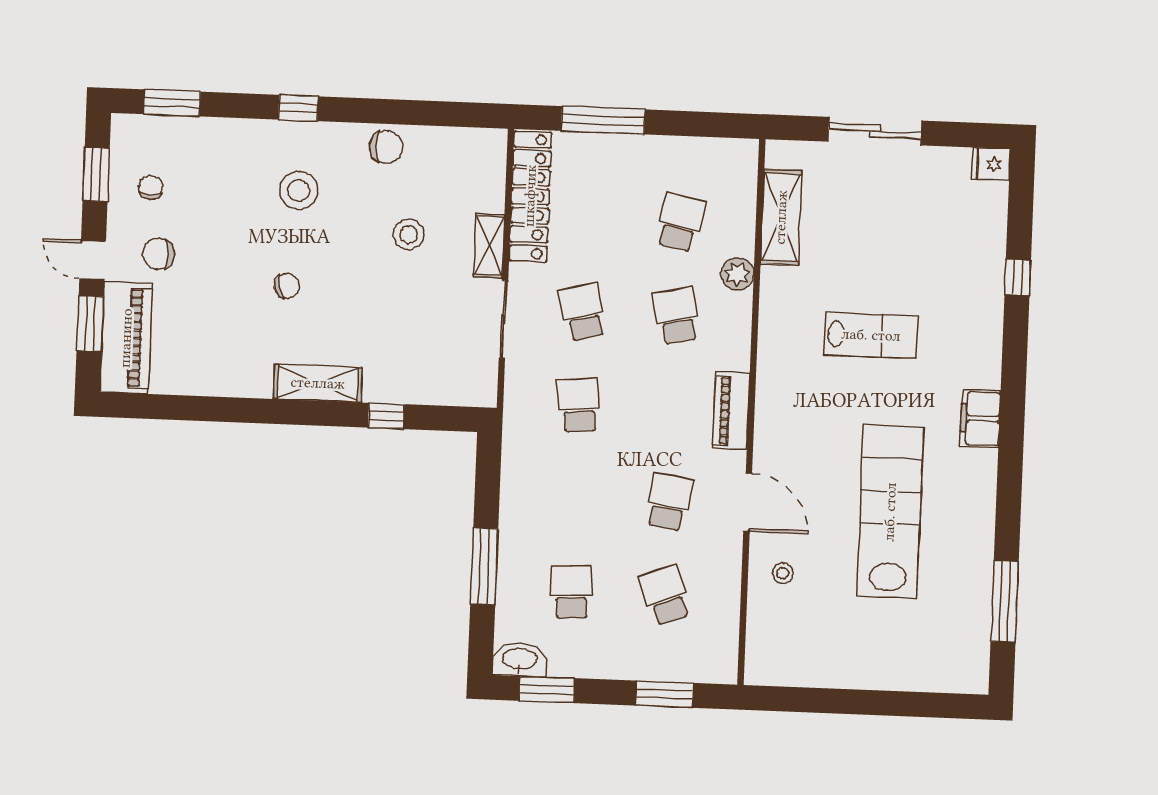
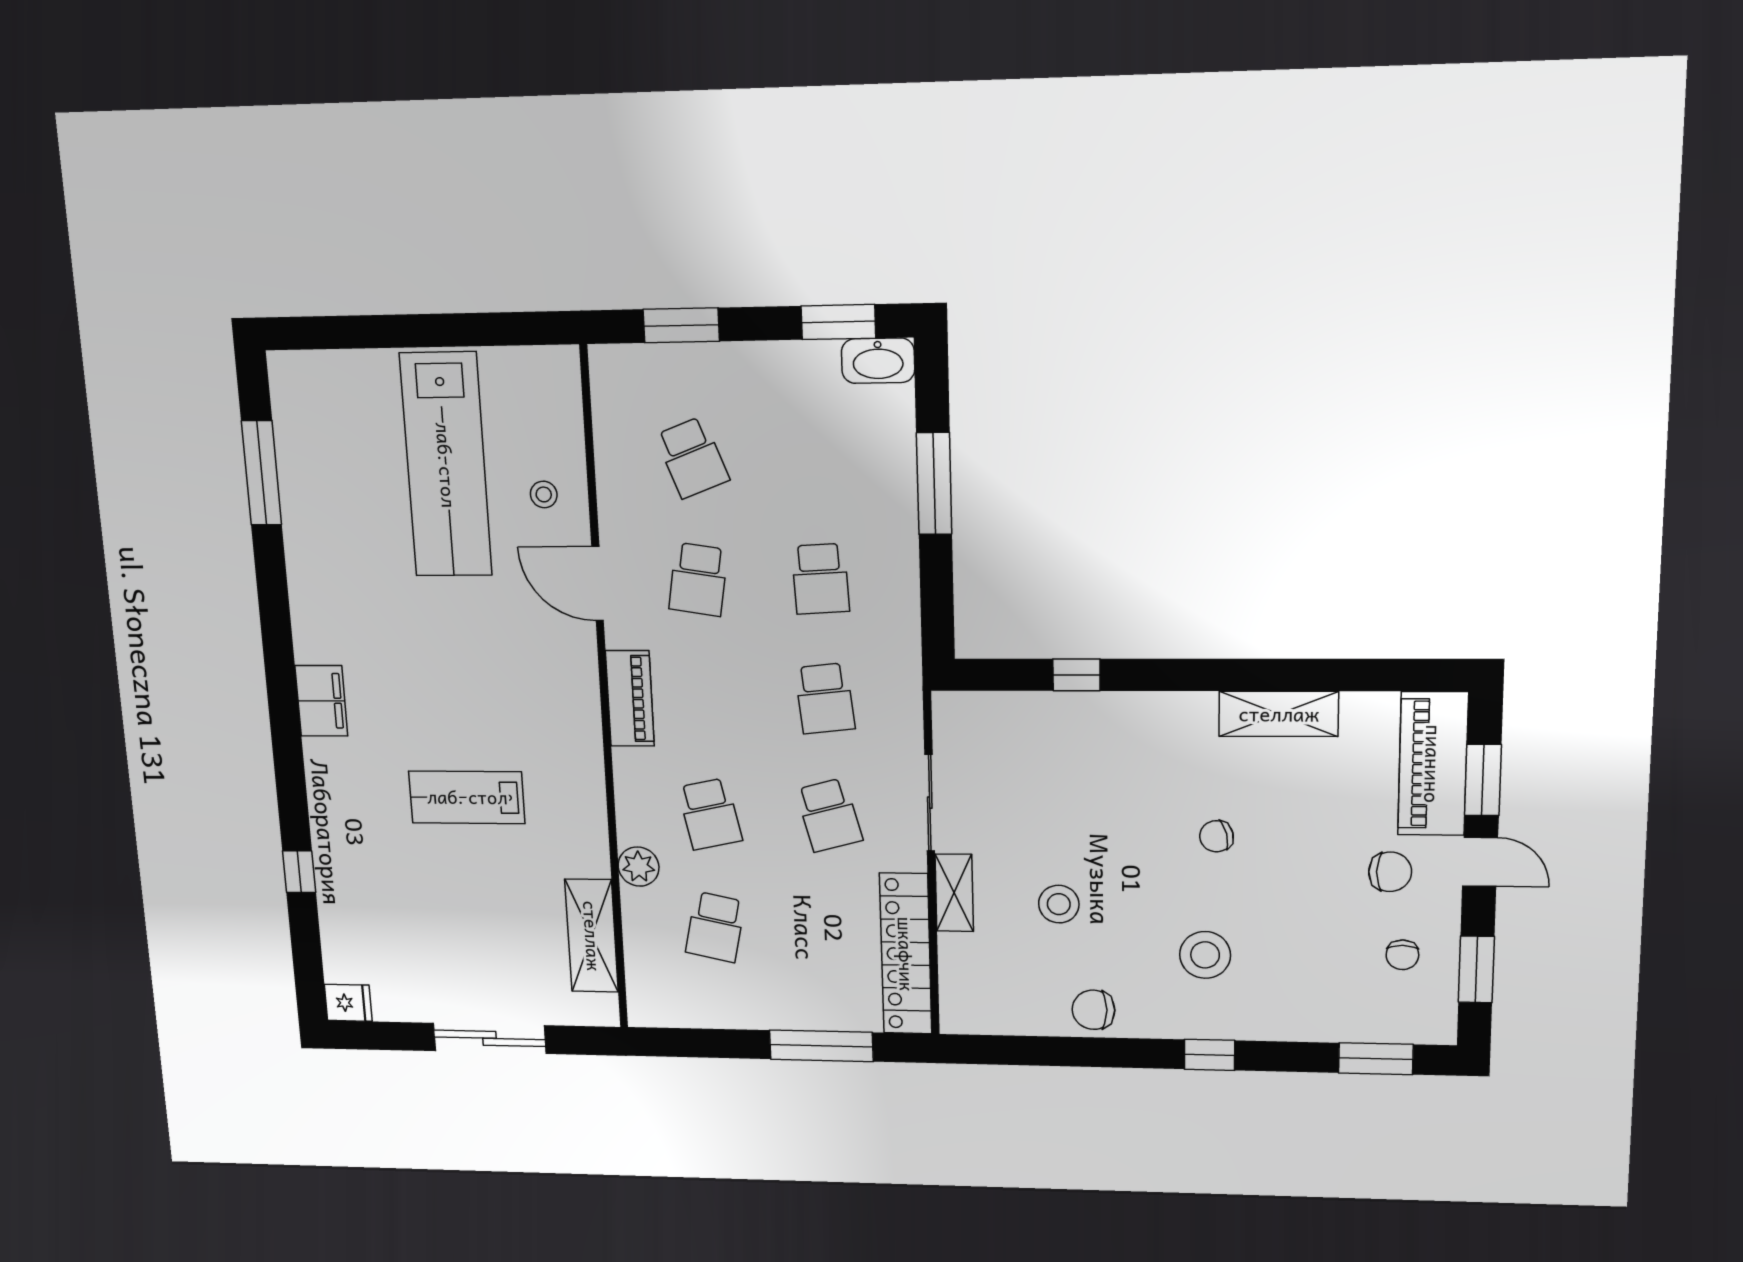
shelving: (318, 383) -> (1279, 714), moved
lab bench: (890, 512) -> (446, 465), moved
school desk: (571, 592) -> (820, 579), moved

